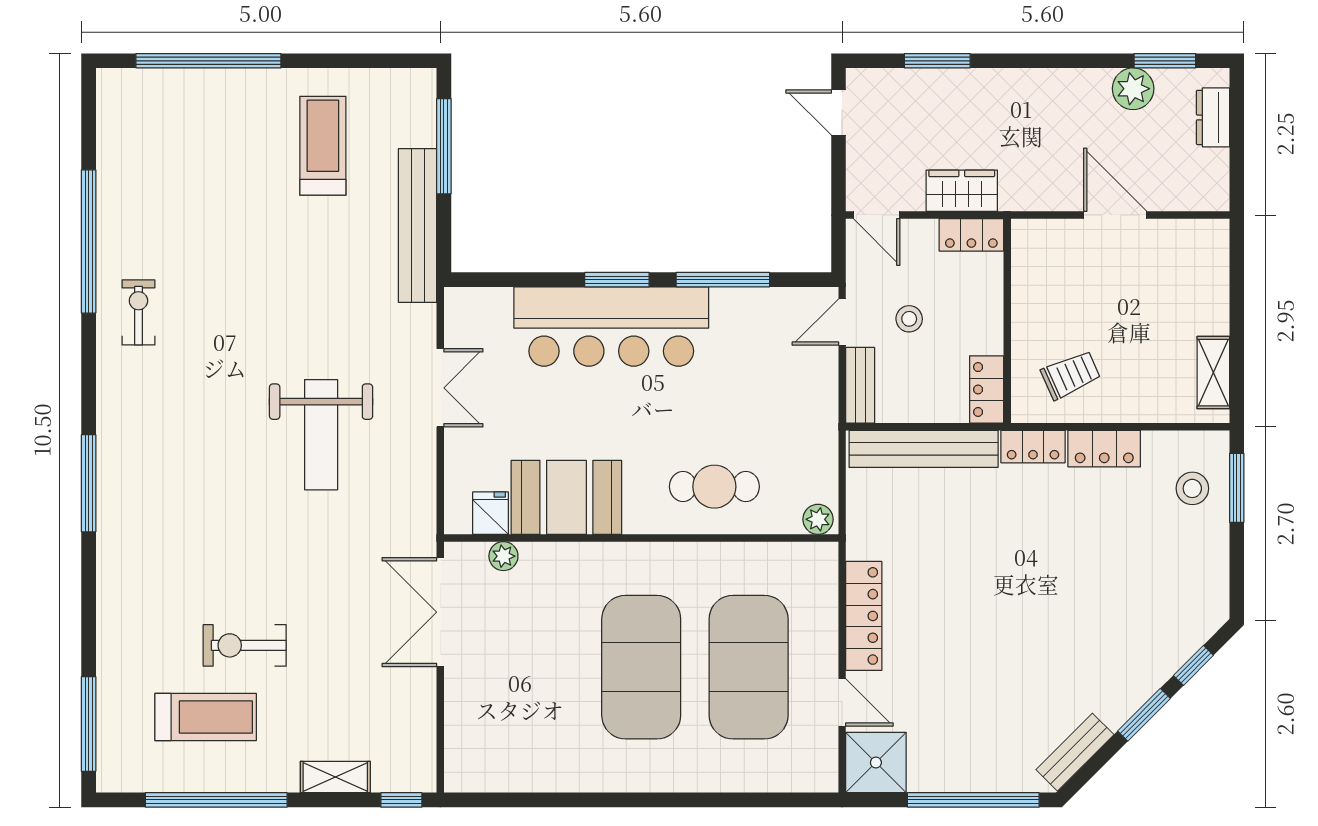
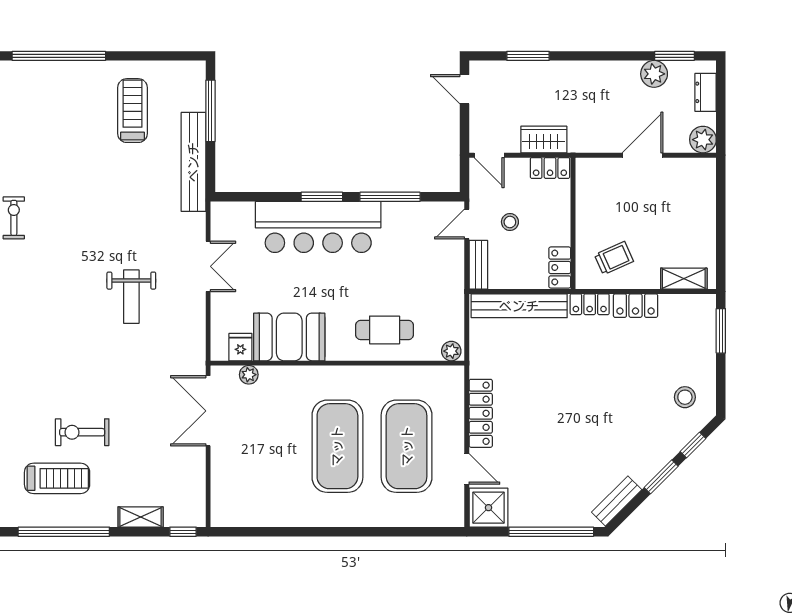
plant: (1209, 191) -> (703, 140), added
door: (1115, 215) -> (643, 155), hinge flipped
shelving: (1213, 373) -> (684, 279), moved, turned 90
weight bench: (321, 435) -> (131, 297), width x0.73, depth x0.75
stool: (1192, 488) -> (685, 397), moved

